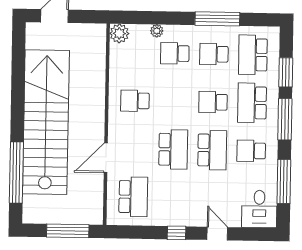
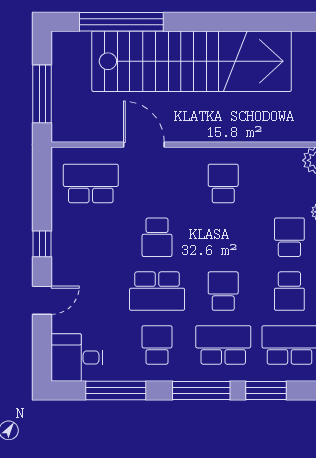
school desk: (214, 54) -> (289, 291), turned 180
school desk: (173, 149) -> (157, 237), width x0.54
school desk: (133, 197) -> (91, 183), turned 180

